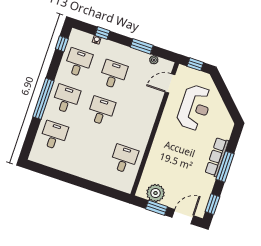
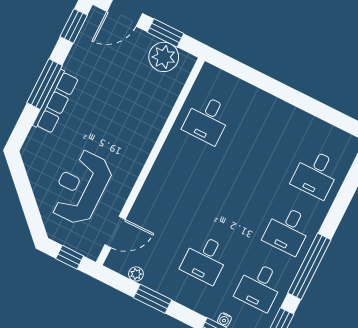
window: (43, 99) -> (309, 266), moved
desk: (101, 111) -> (233, 203), removed

